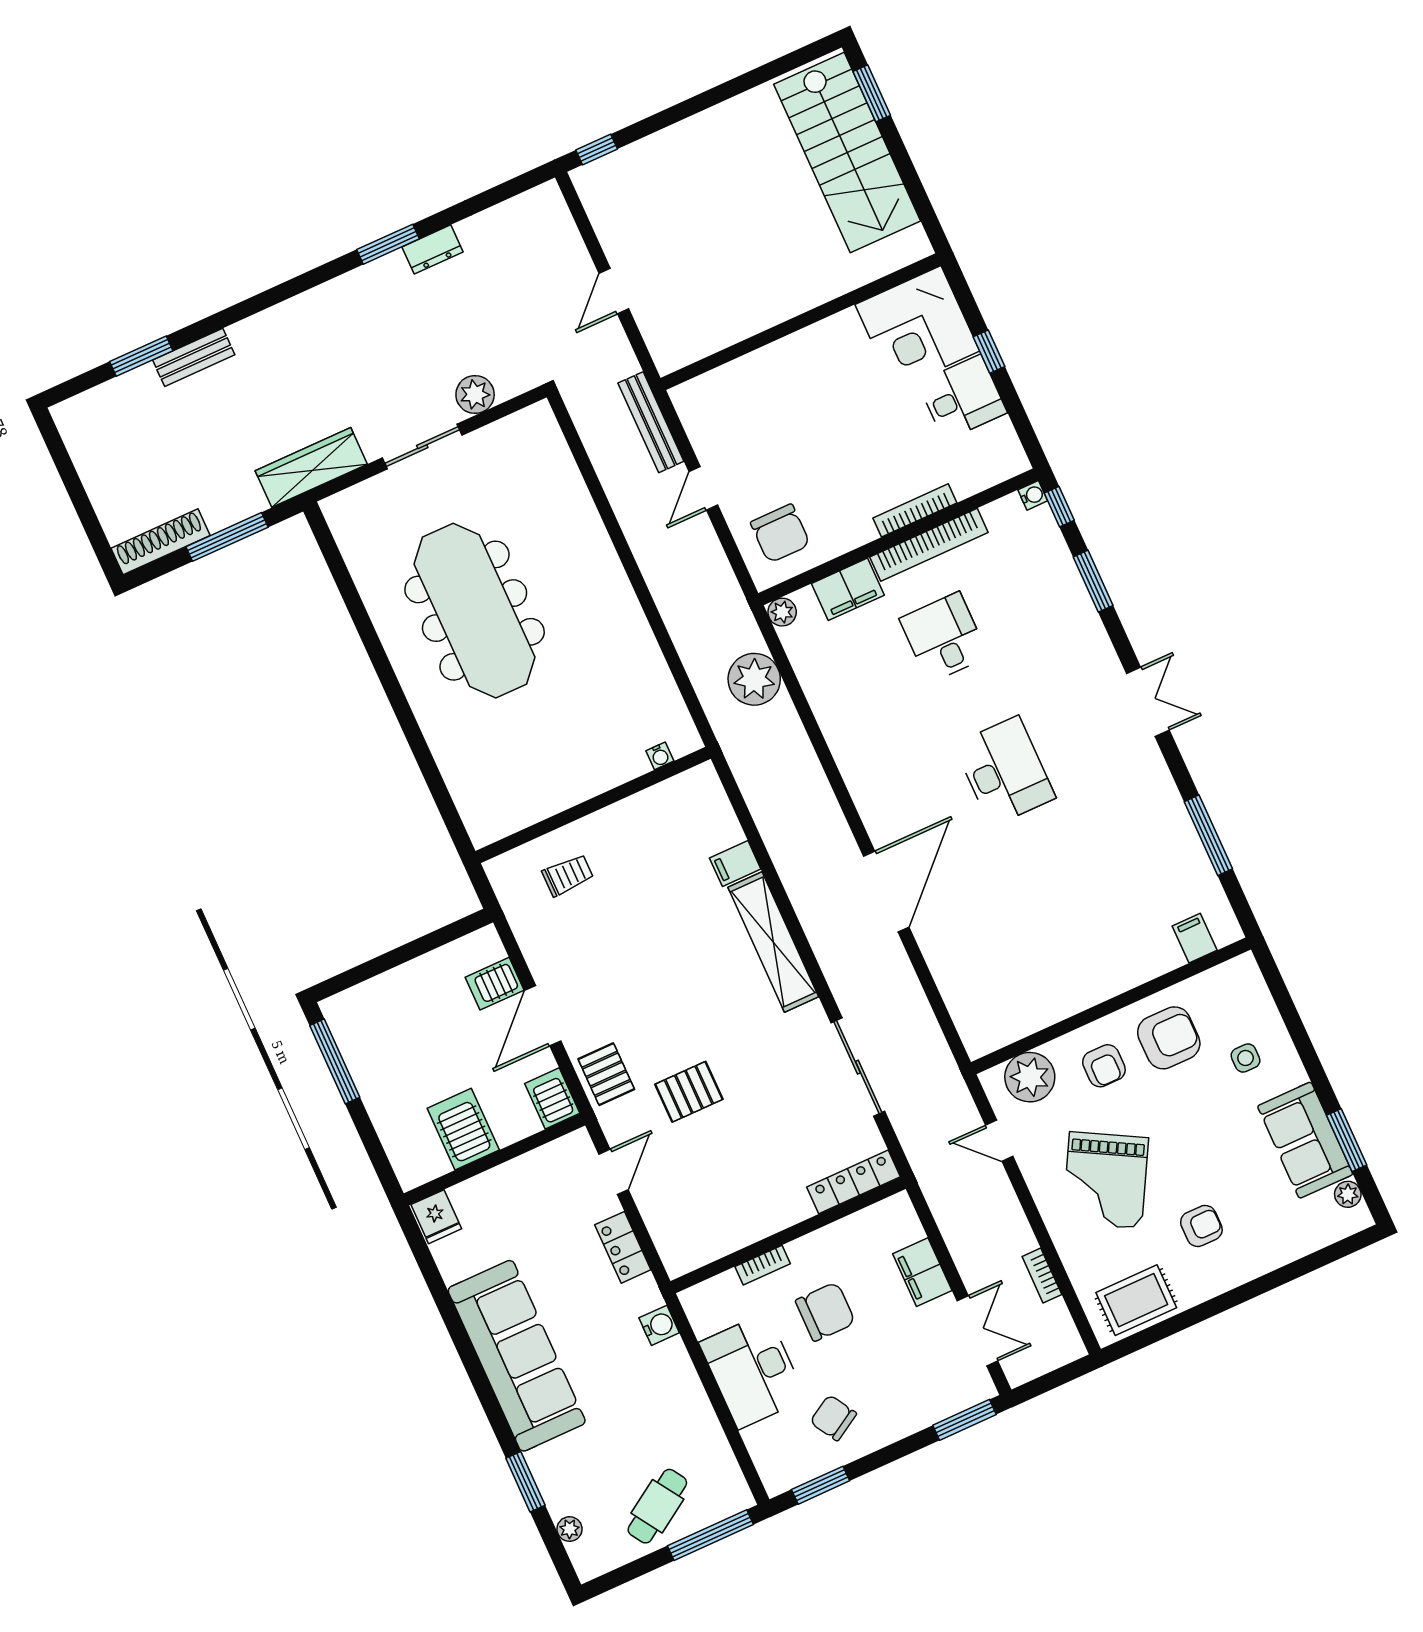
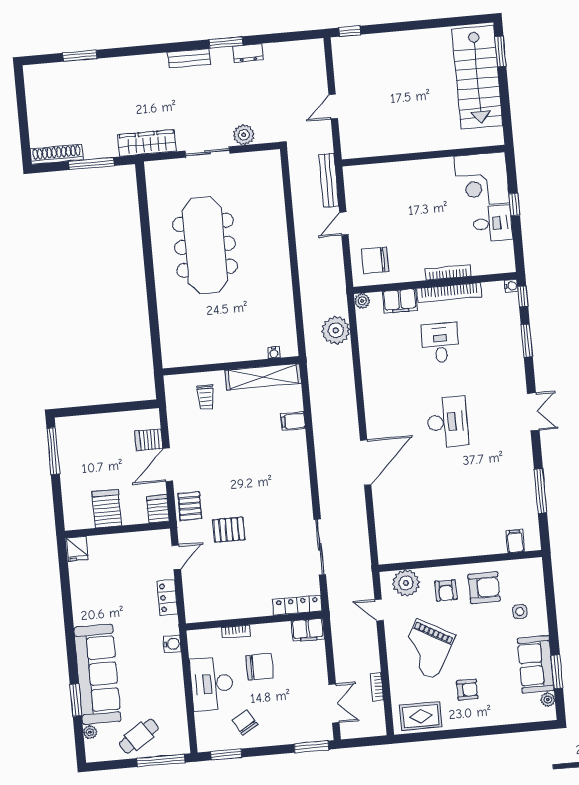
bench: (194, 357) -> (189, 58), moved
chair: (780, 533) -> (375, 260), turned 90
trolley: (568, 875) -> (206, 397), turned 90
shelving: (773, 942) -> (263, 377), moved, turned 90
filing cabinet: (922, 1272) -> (308, 630), moved, turned -90
sofa: (517, 1356) -> (97, 674), moved

